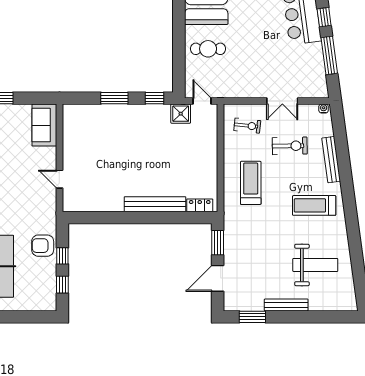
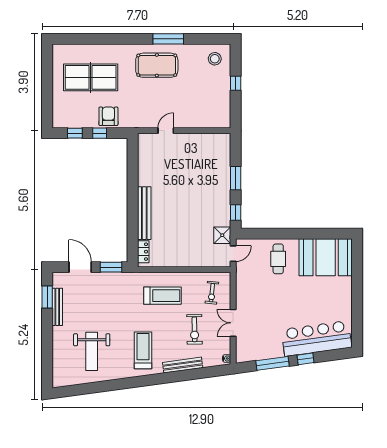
sofa: (44, 125) -> (212, 118), removed
bench: (286, 305) -> (57, 307), moved

